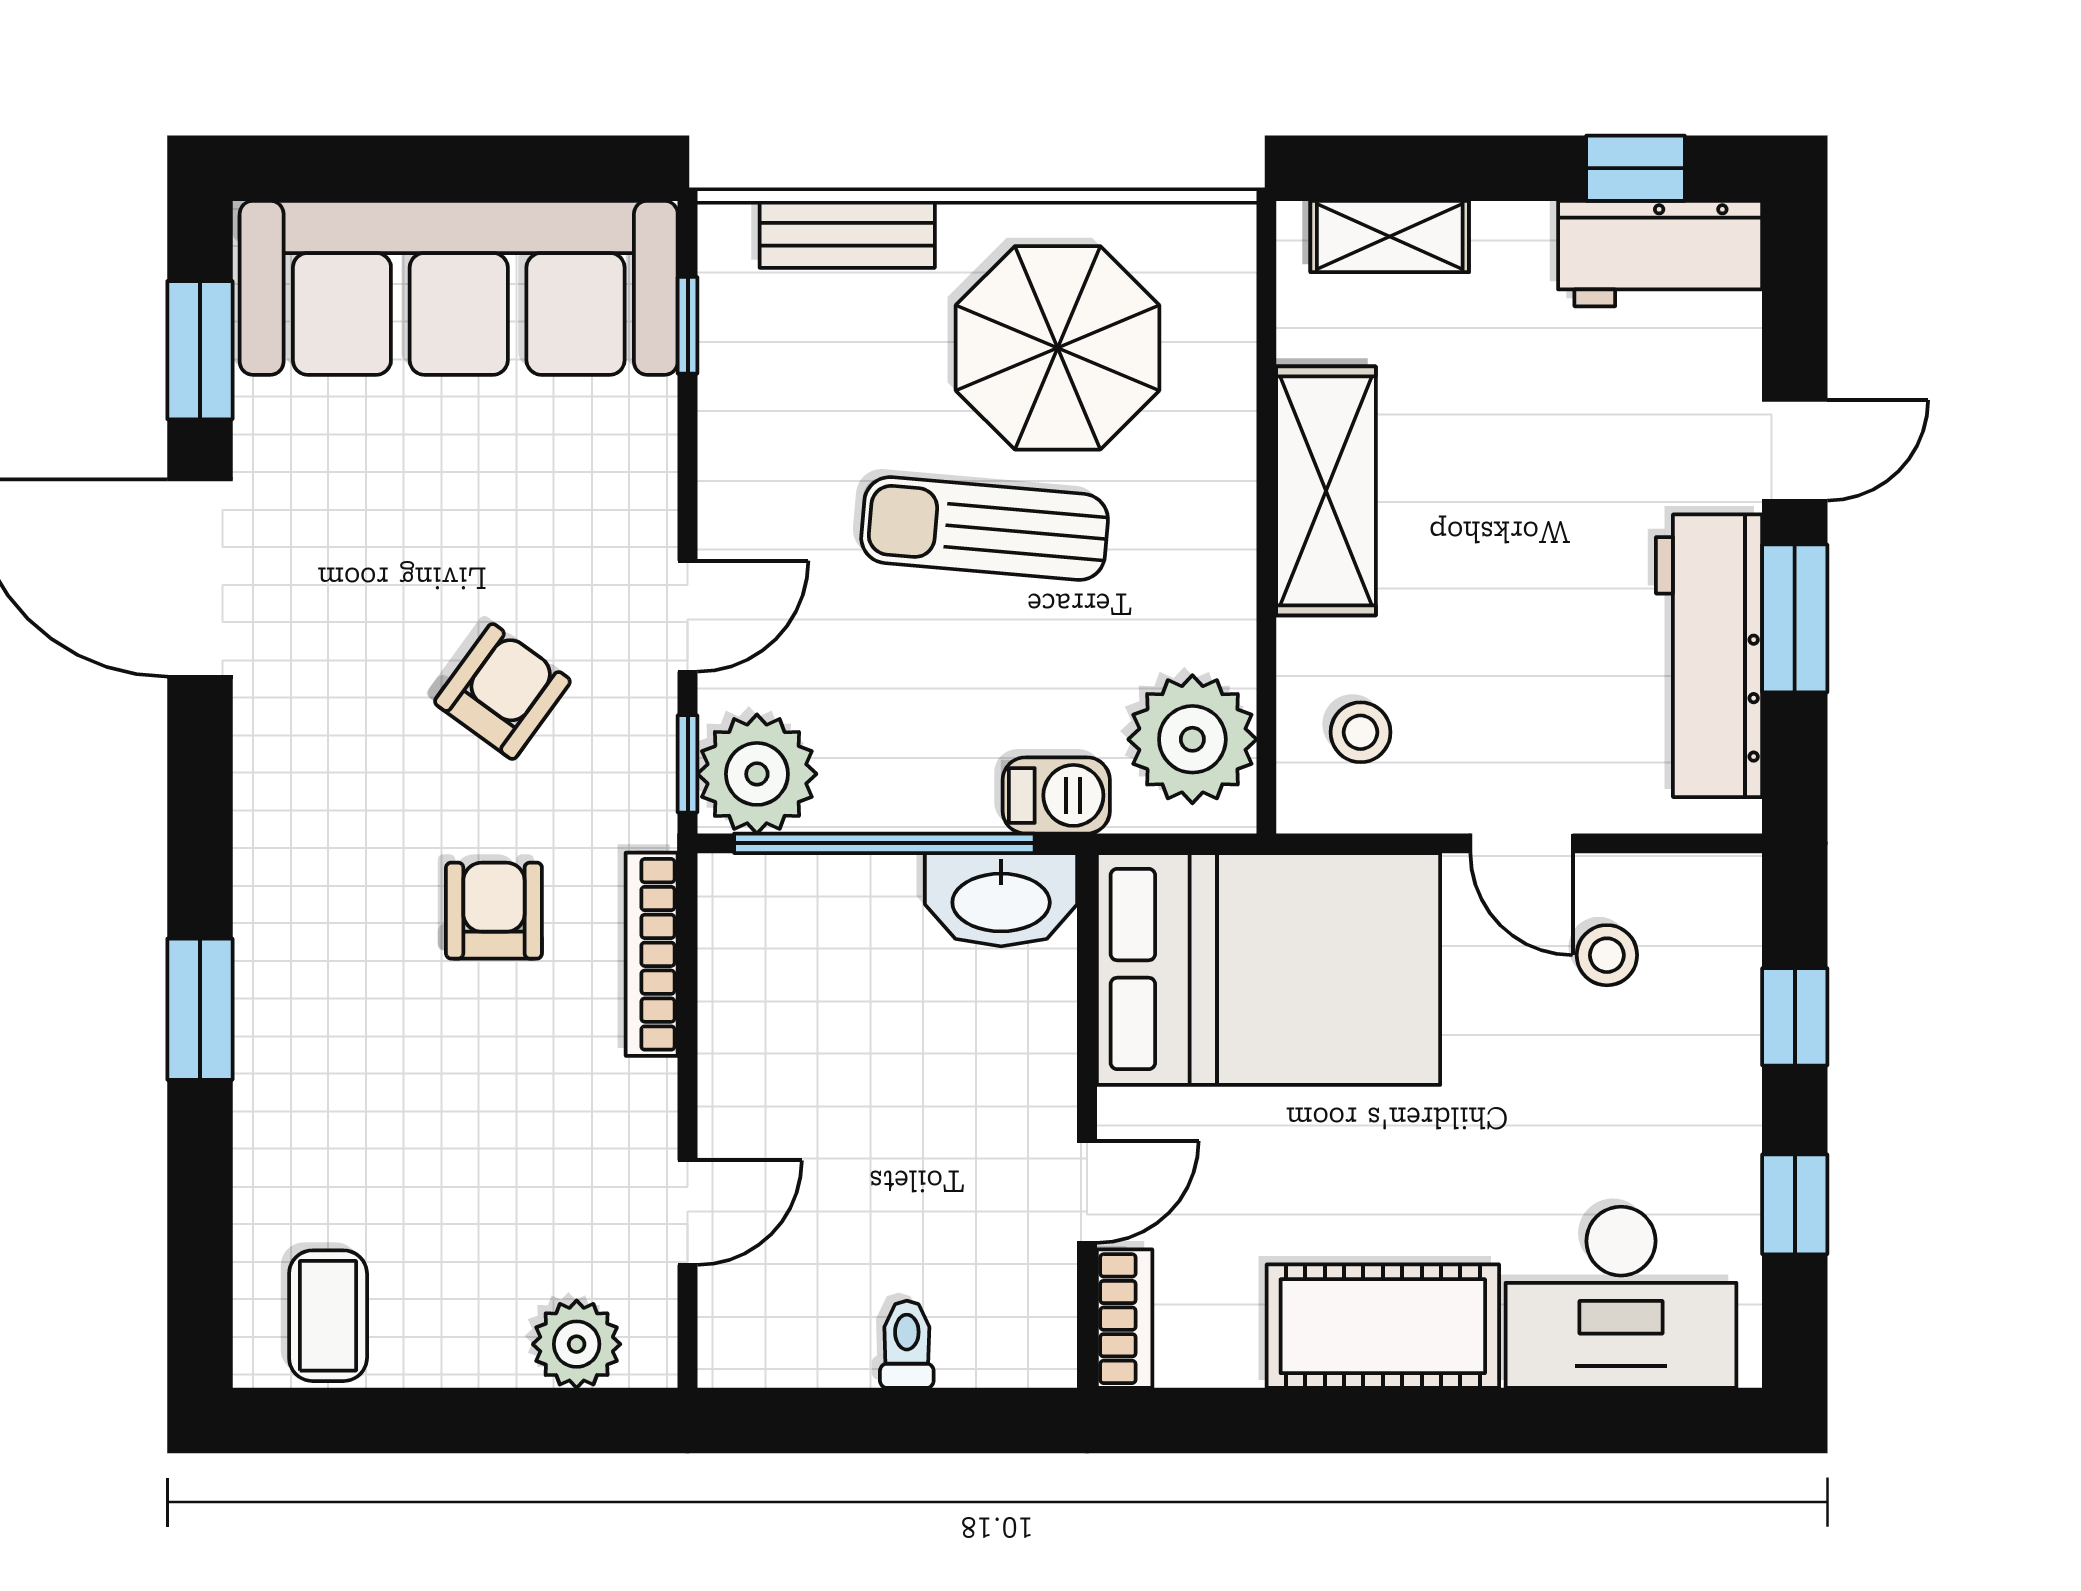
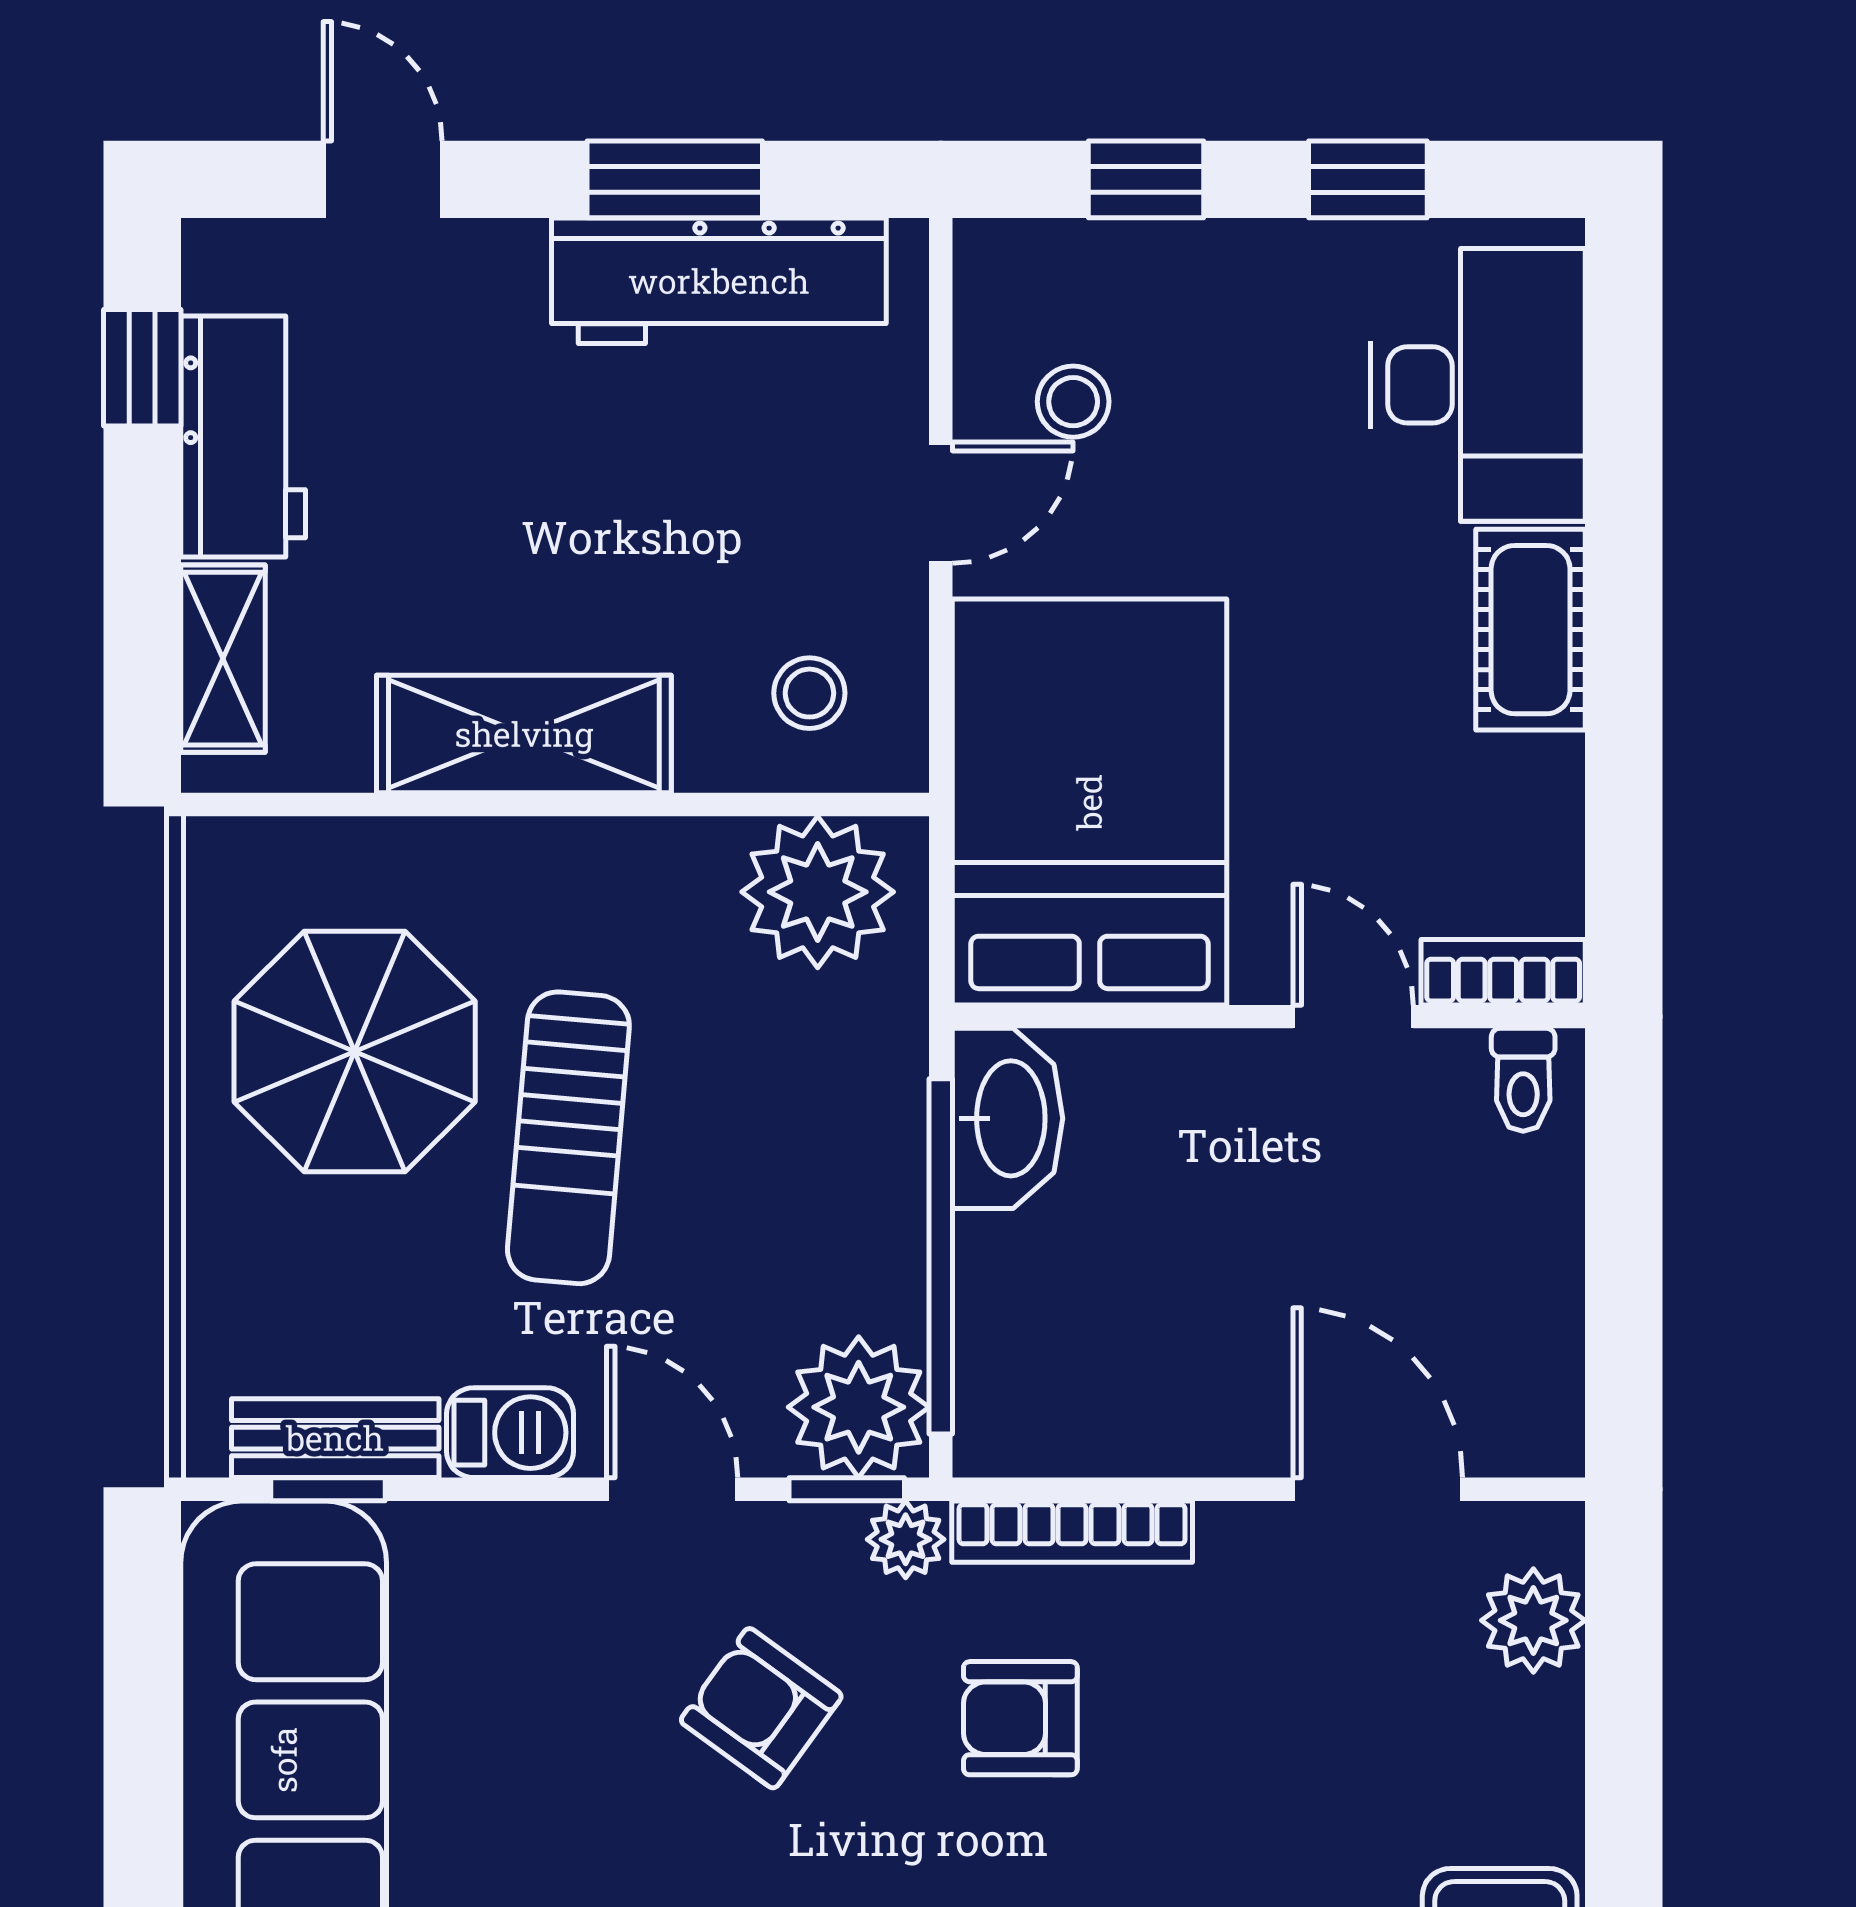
bench: (847, 234) -> (335, 1438), moved, turned 90
workbench: (1660, 254) -> (243, 436), moved
door: (1795, 450) -> (383, 179), moved
barbecue: (1056, 795) -> (510, 1433), moved, turned 90
plant: (645, 814) -> (906, 1539), added
door: (688, 1213) -> (1378, 1489), width x1.38
cot: (1383, 1326) -> (1531, 630), width x0.73, depth x0.75
toilet: (907, 1344) -> (1523, 1080), moved, turned -90

